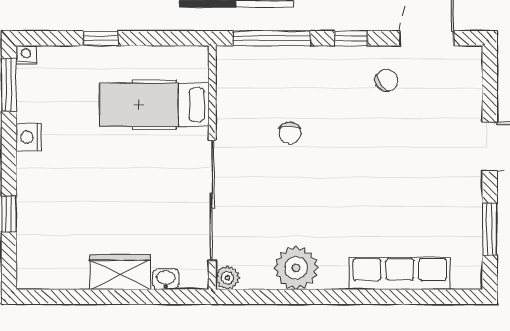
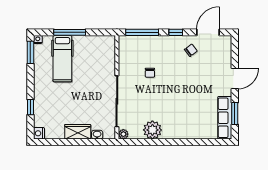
window: (101, 38) -> (70, 32), width x2.17
hospital bed: (154, 105) -> (62, 59), moved, turned -90
nightstand: (29, 137) -> (39, 133), moved
row of seats: (400, 273) -> (225, 118), moved, turned -90

